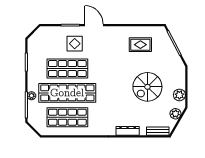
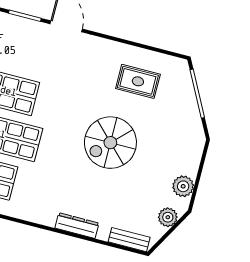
display table: (75, 44) -> (24, 50), removed
spiral stairs: (147, 87) -> (110, 143), moved

